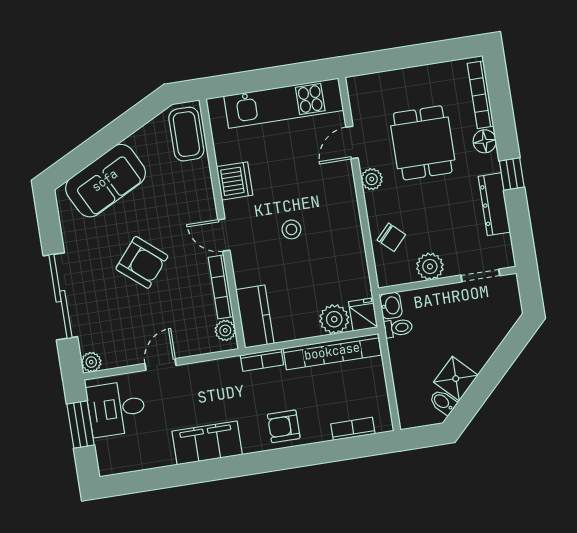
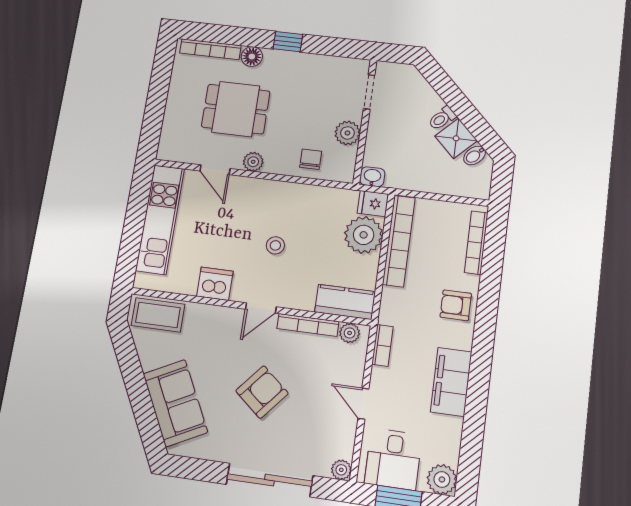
dresser: (494, 204) -> (310, 63), removed
chair: (391, 237) -> (311, 159), turned -43
plant: (334, 319) -> (364, 235), width x1.36, depth x1.36
toilet: (398, 328) -> (442, 118), moved, turned -135
bookcase: (262, 360) -> (382, 345), moved
armchair: (284, 426) -> (456, 305), turned 90
bookcase: (353, 429) -> (476, 243), width x1.56
plant: (111, 460) -> (442, 479), added

